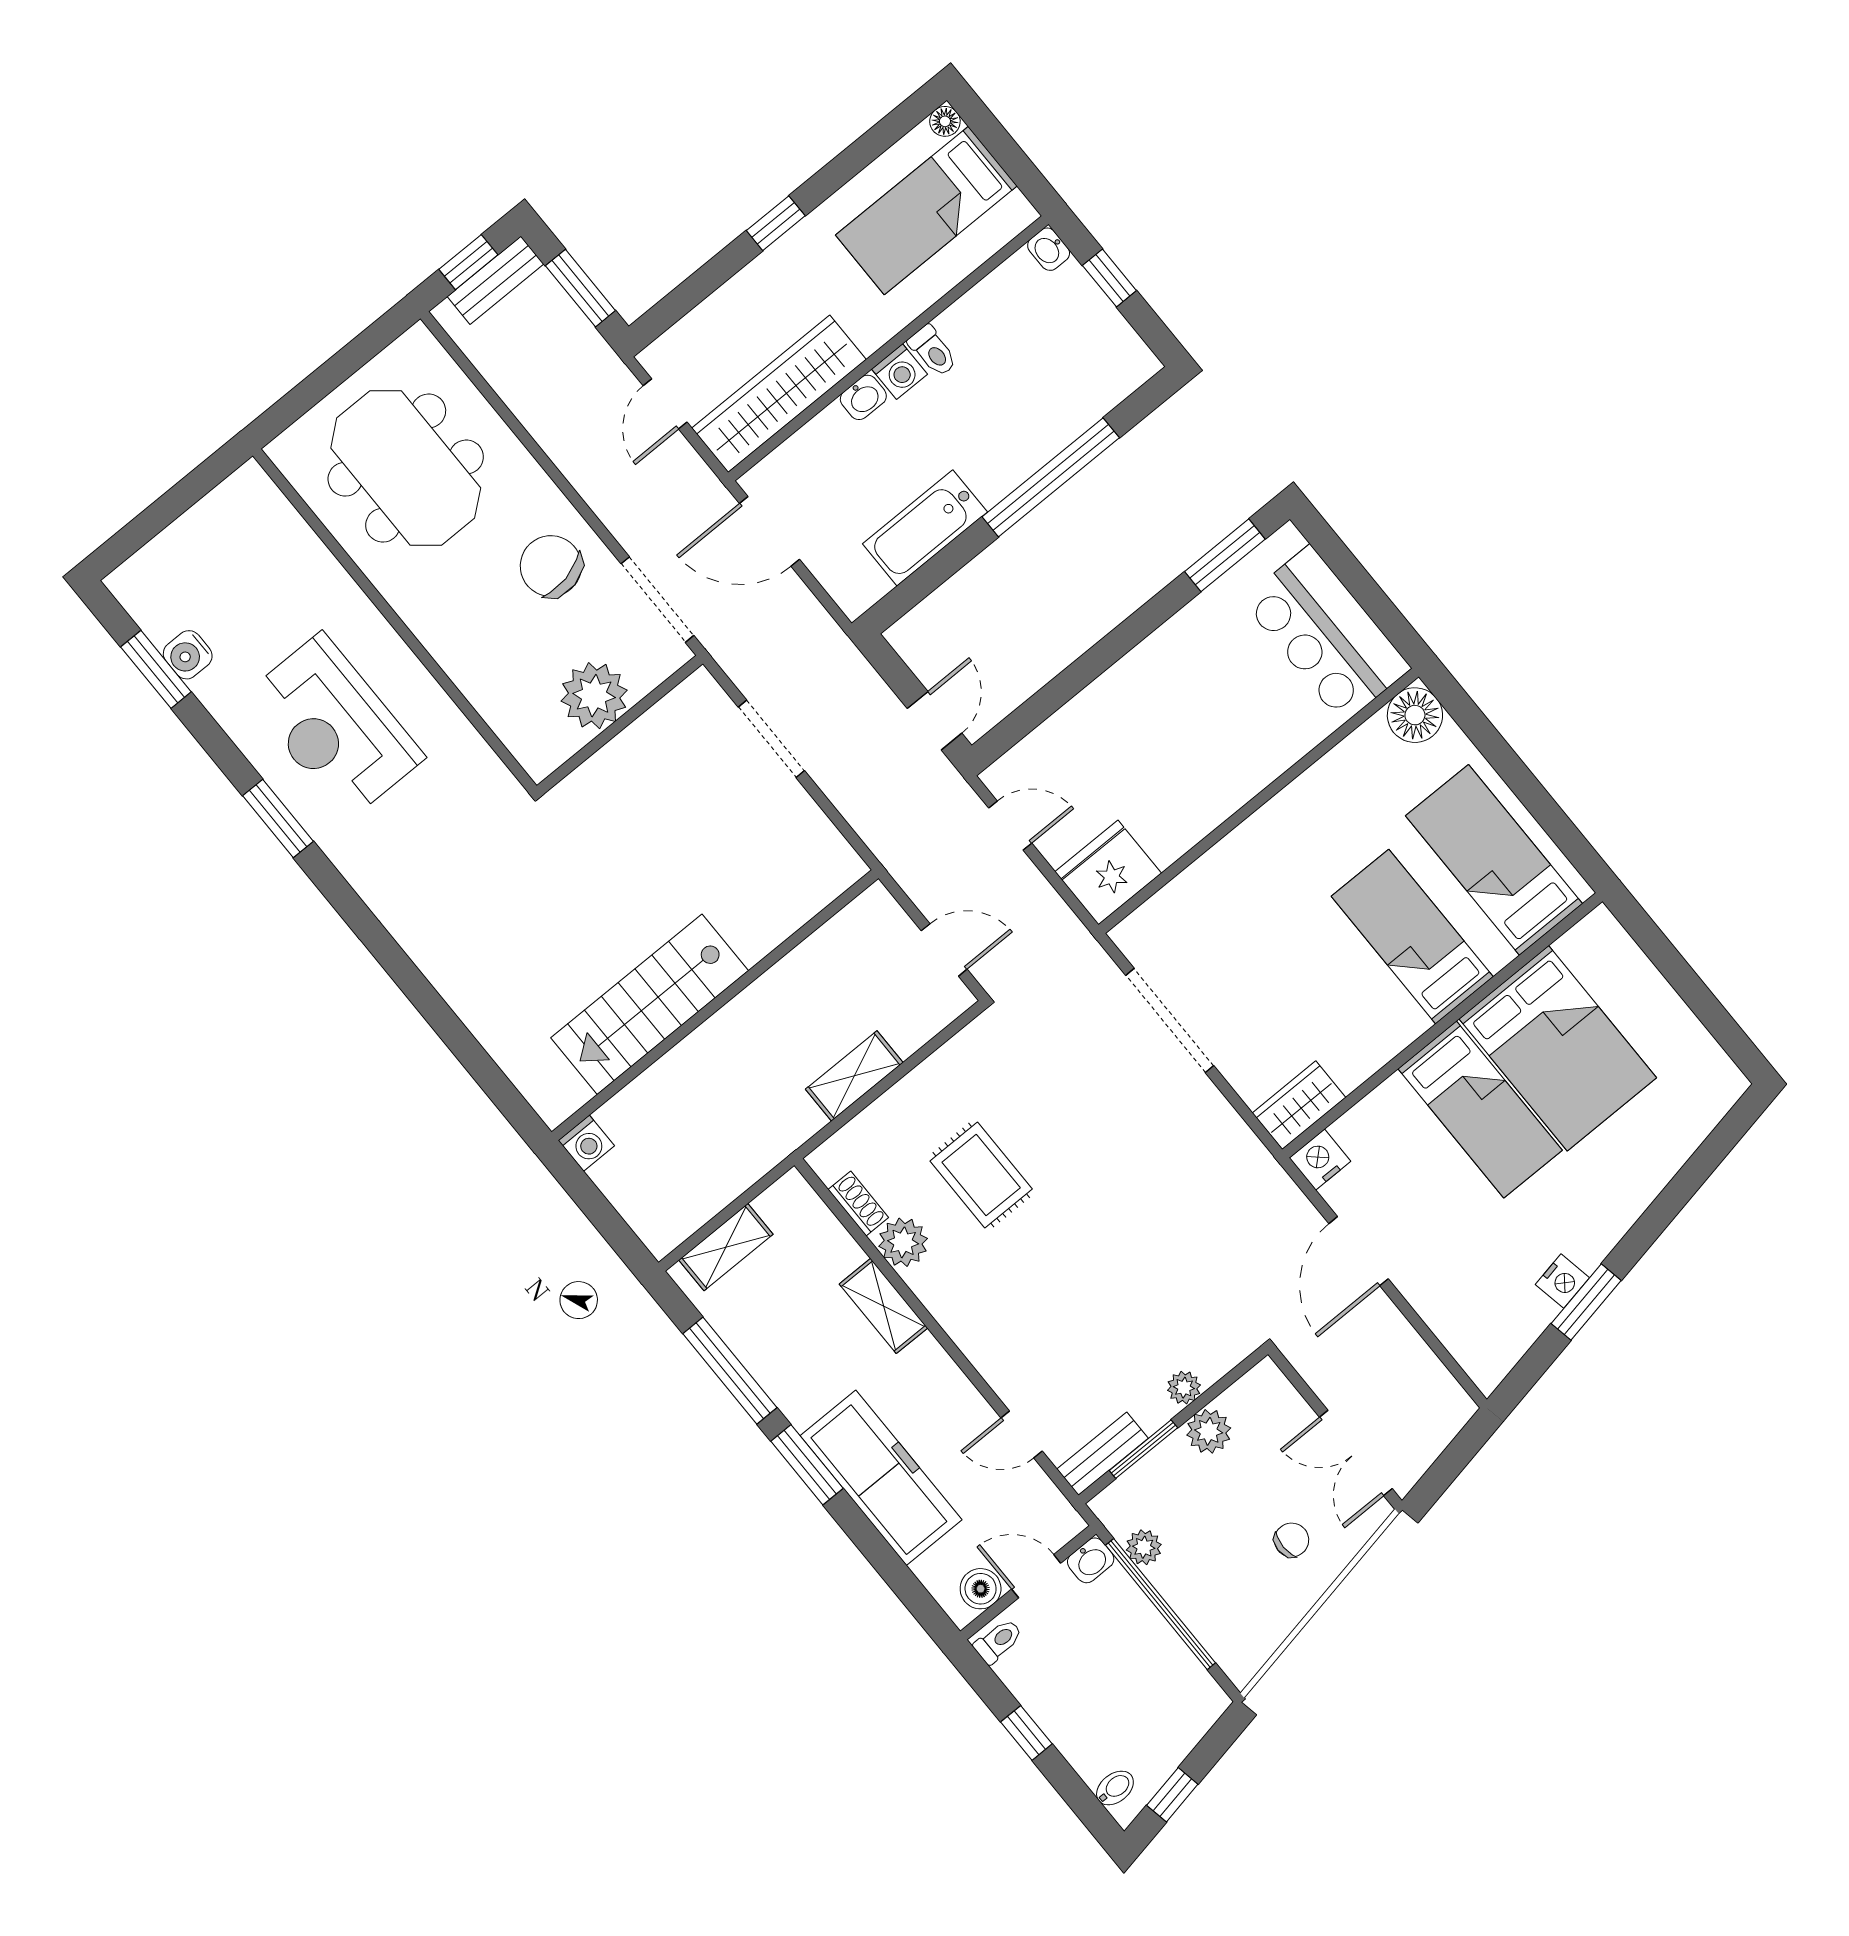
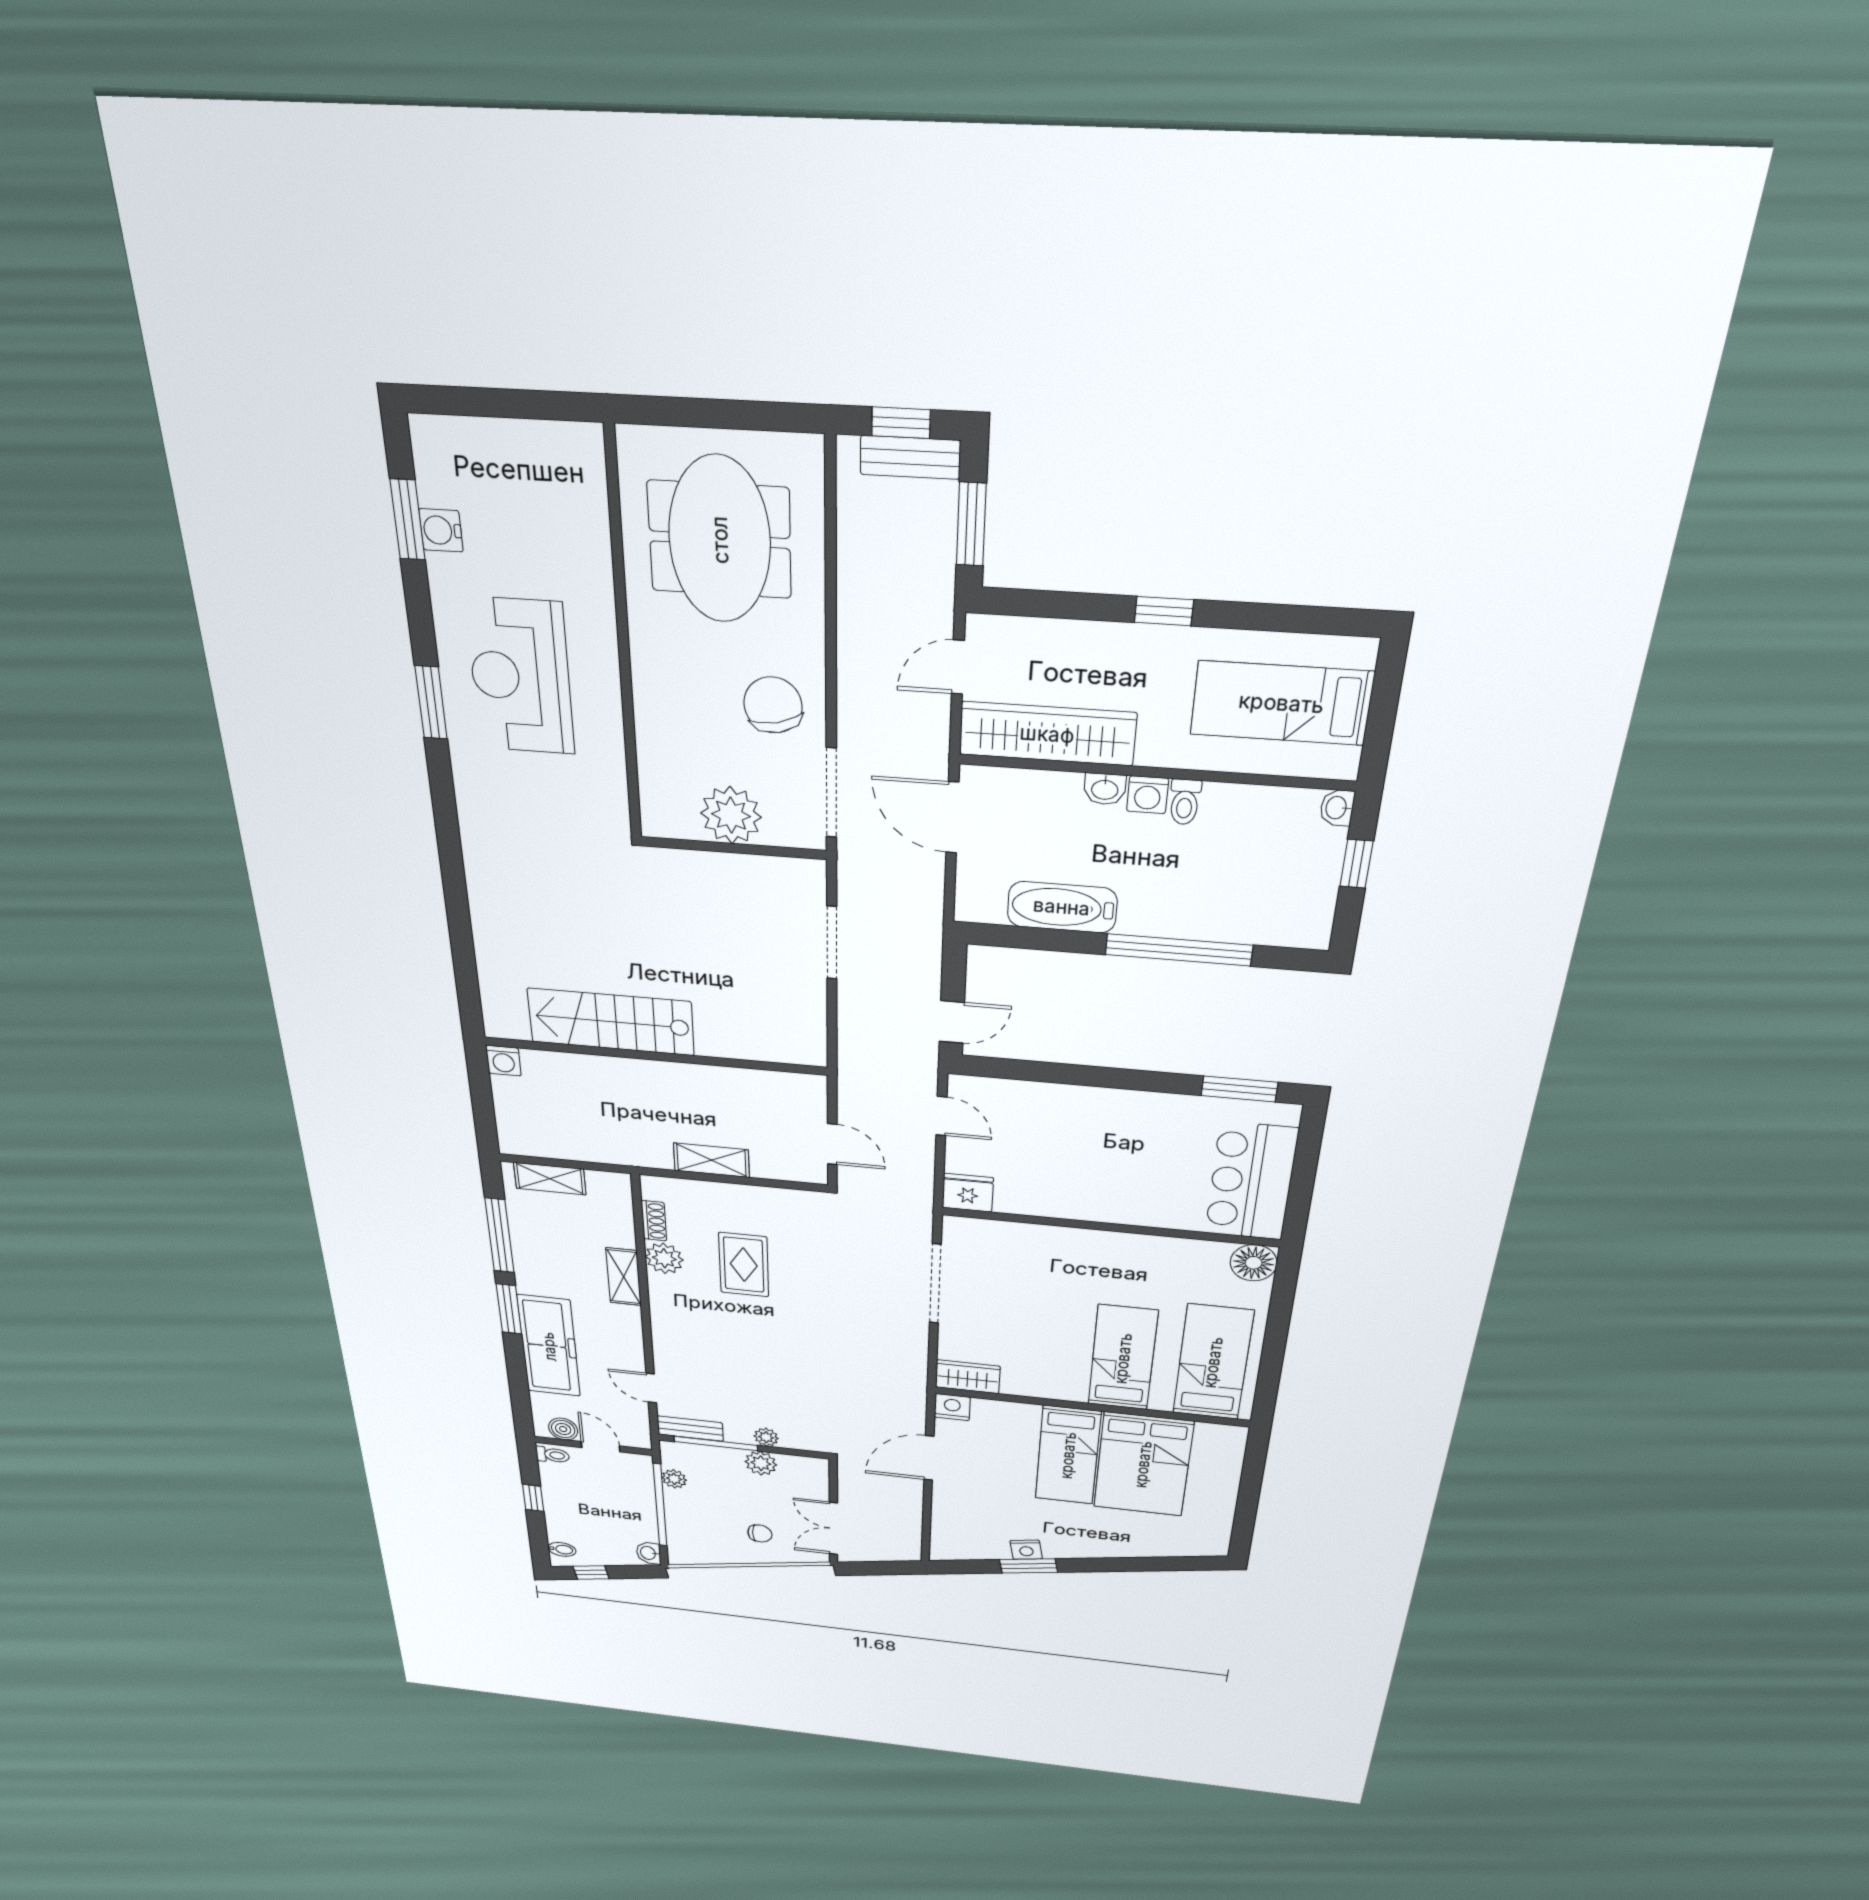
floor lamp: (945, 121) -> (1363, 652), removed
fridge: (1108, 873) -> (968, 1193), width x0.73, depth x0.75
window: (1143, 1449) -> (716, 1443), width x1.44
washbasin: (1091, 1560) -> (649, 1553), moved, turned 90

